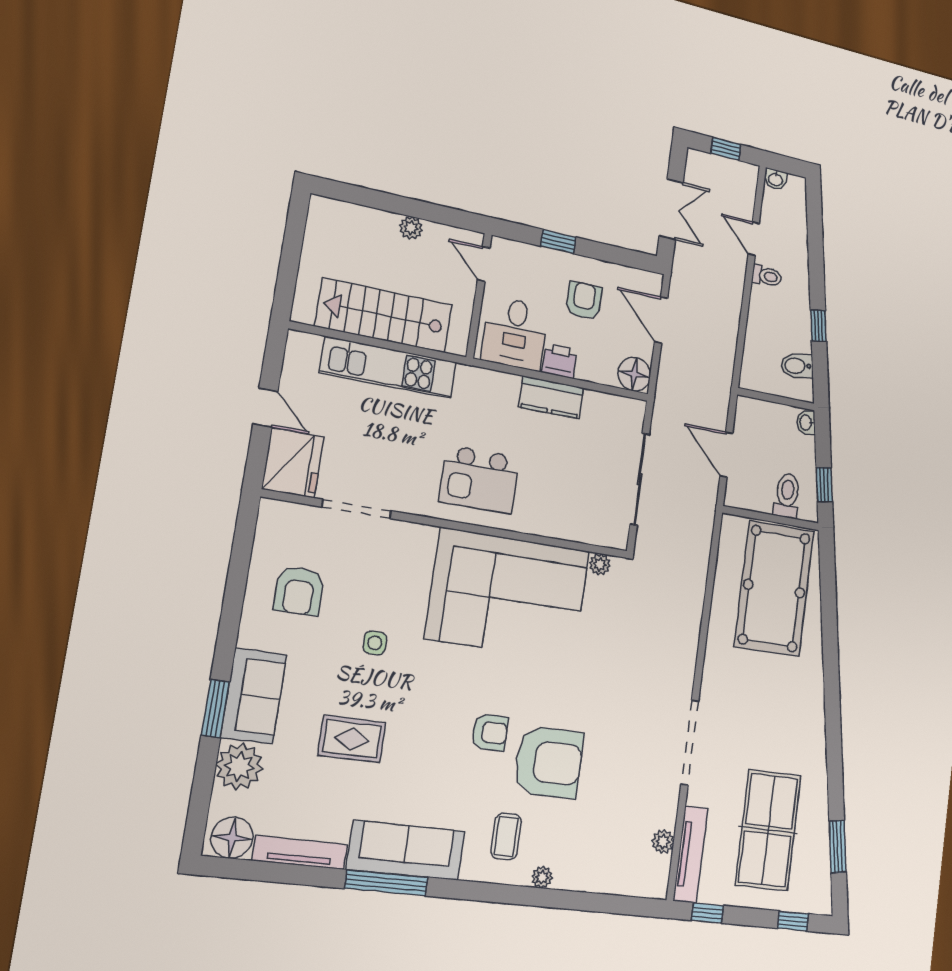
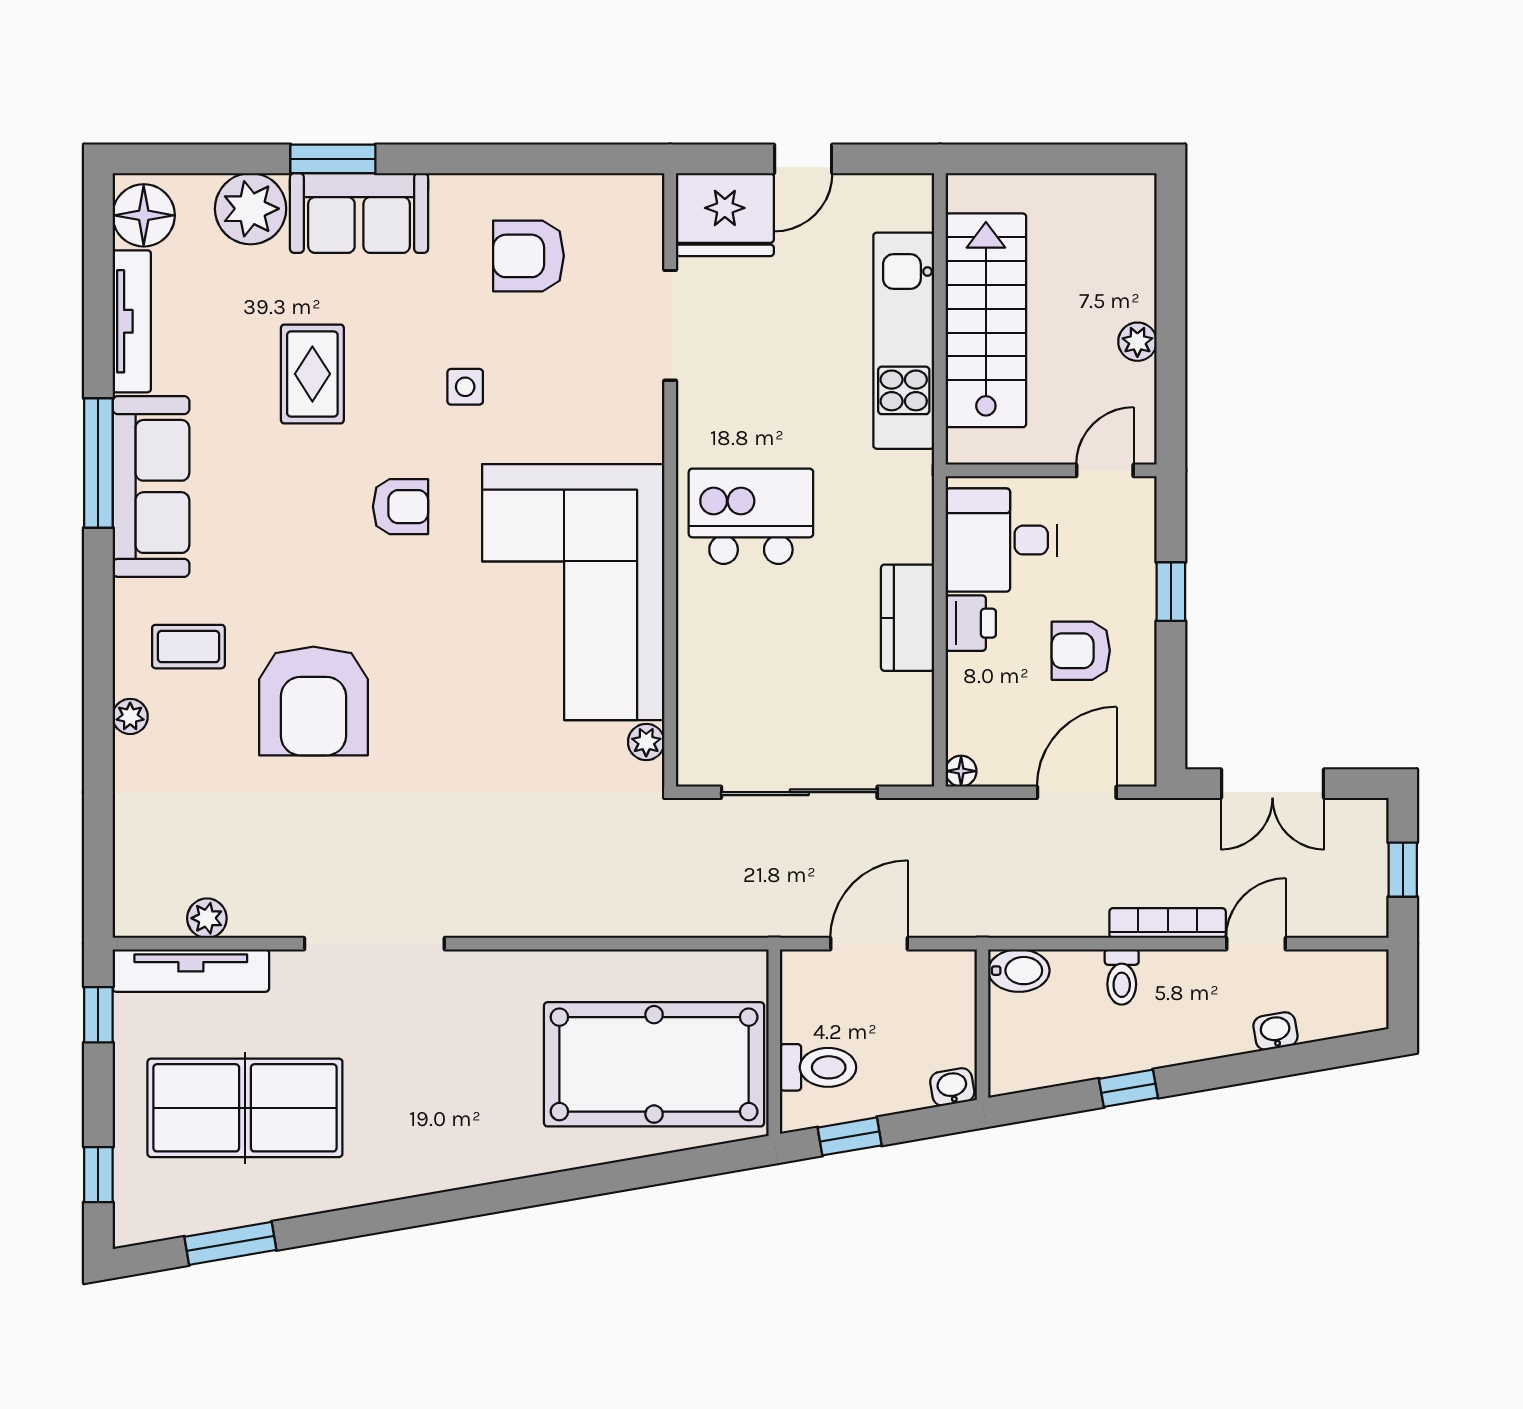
washbasin: (776, 179) -> (1275, 1031), moved, turned 80
toilet: (767, 276) -> (1122, 977), moved
bookcase: (737, 285) -> (1168, 923), added
armchair: (584, 301) -> (1081, 651), turned 180
bidet: (797, 366) -> (1019, 971), moved, turned 100
floor lamp: (634, 374) -> (961, 771), width x0.53, depth x0.53
kitchen island: (479, 479) -> (751, 516), turned 90
armchair: (490, 732) -> (400, 507), moved, turned -90

